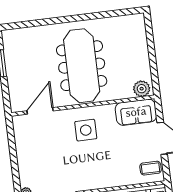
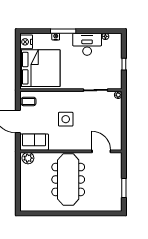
door: (40, 111) -> (101, 151), swing flipped
side table: (86, 130) -> (66, 119), moved

